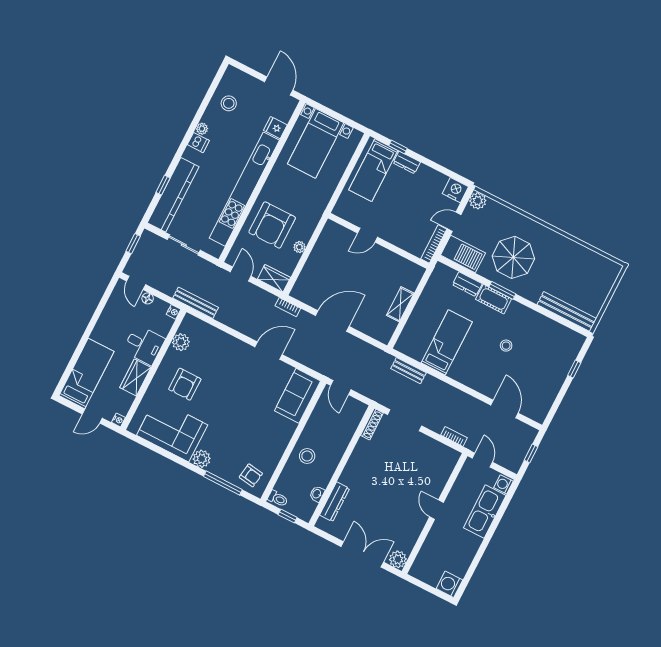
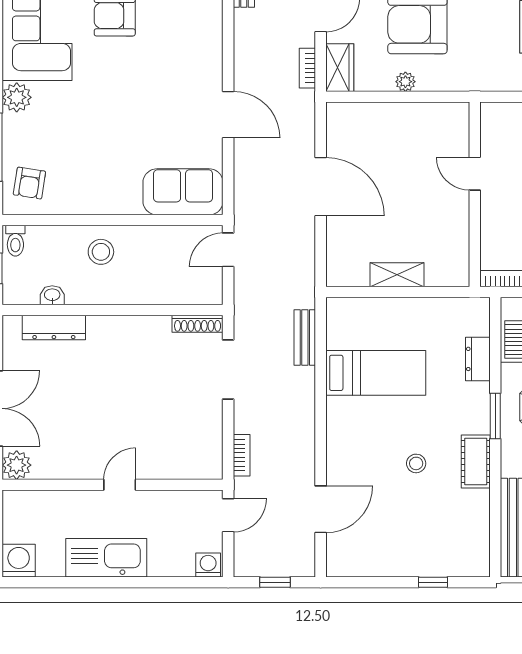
cot: (494, 299) -> (476, 461), moved
bookcase: (288, 307) -> (307, 68), moved
kitchen sink: (485, 512) -> (106, 558), moved

